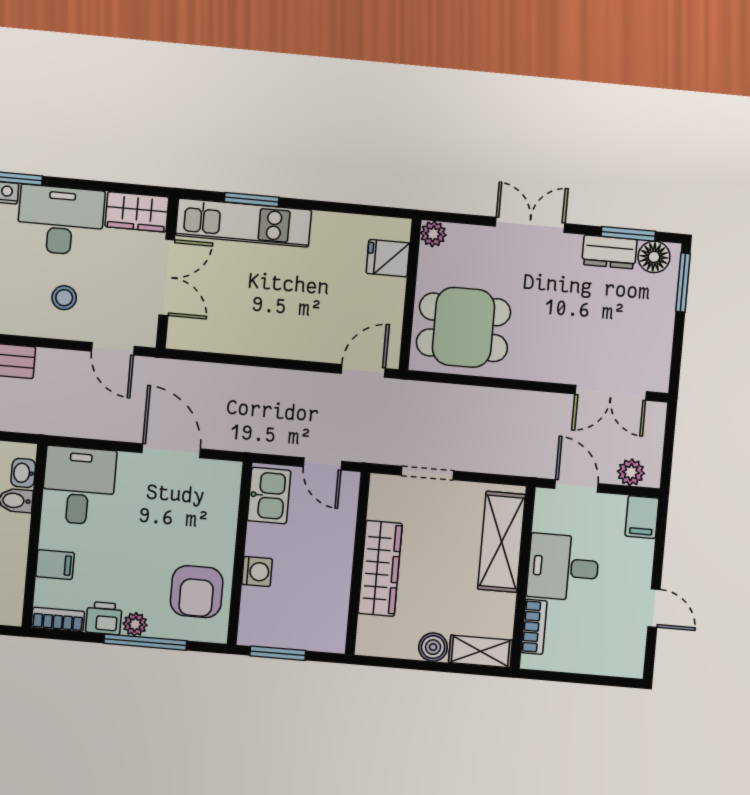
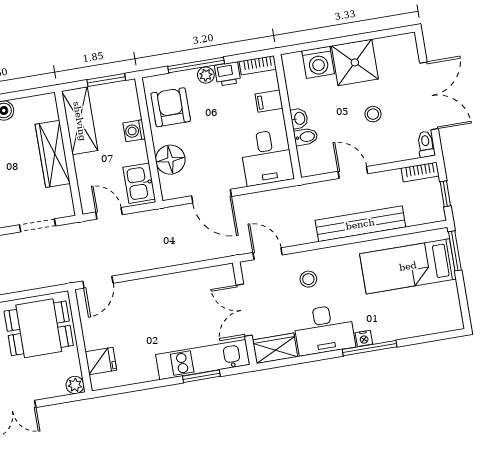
washbasin: (23, 473) -> (299, 118), moved
floor lamp: (216, 518) -> (170, 160), added
shelving: (330, 605) -> (80, 121), added

